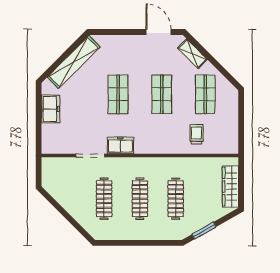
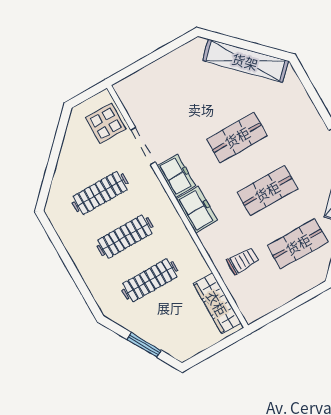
freezer: (51, 109) -> (197, 210), moved, turned -90
display table: (63, 171) -> (106, 123), added
wardrobe: (230, 187) -> (217, 303), moved, turned -90
window: (204, 231) -> (144, 345), moved

